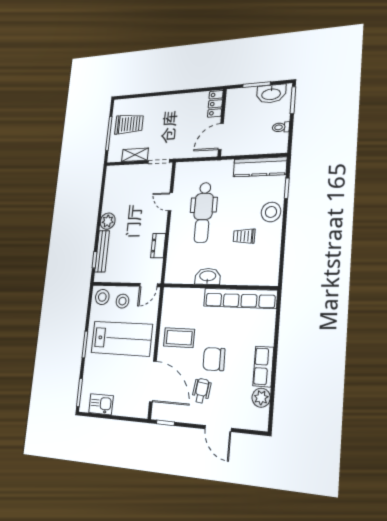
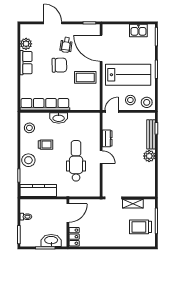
washbasin: (271, 94) -> (51, 240), moved
door: (170, 202) -> (101, 157), moved
stool: (266, 262) -> (29, 128), added
washbasin: (208, 276) -> (59, 118), moved
lab bench: (121, 339) -> (128, 75), turned 180

